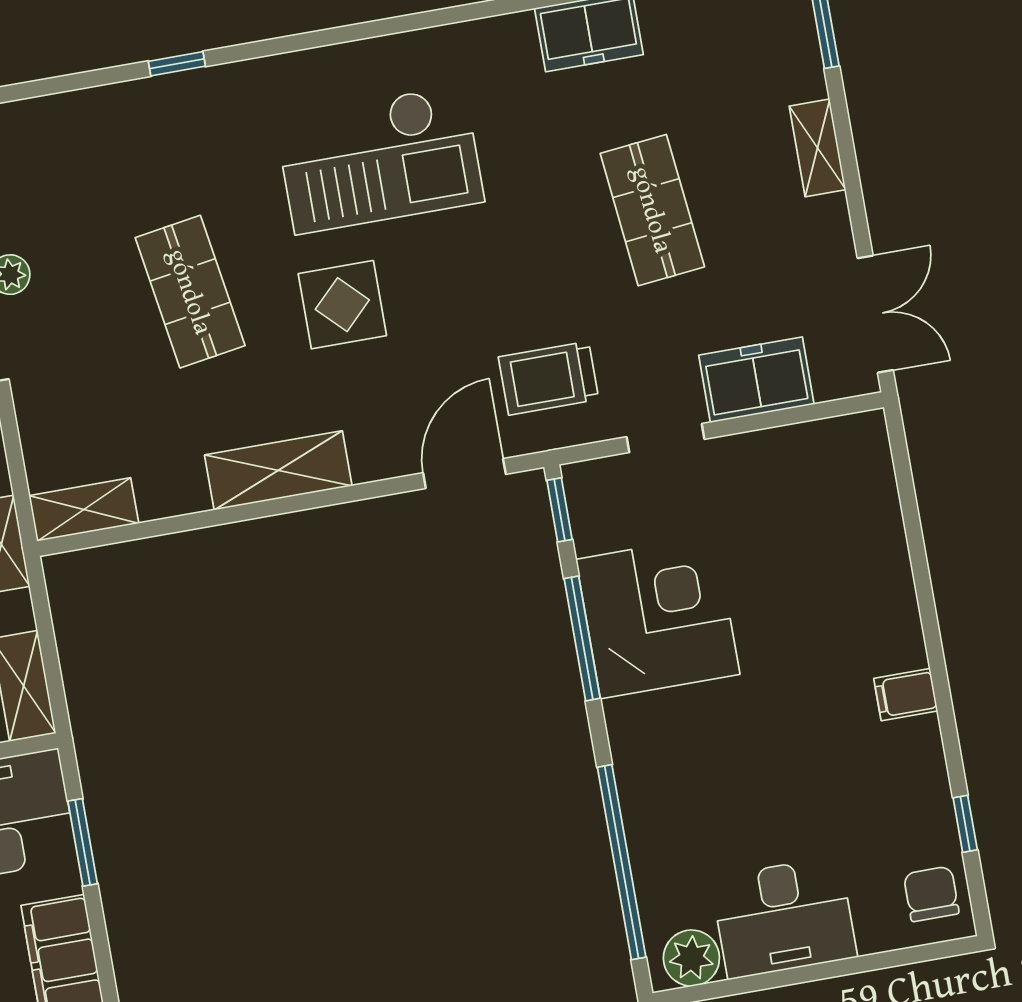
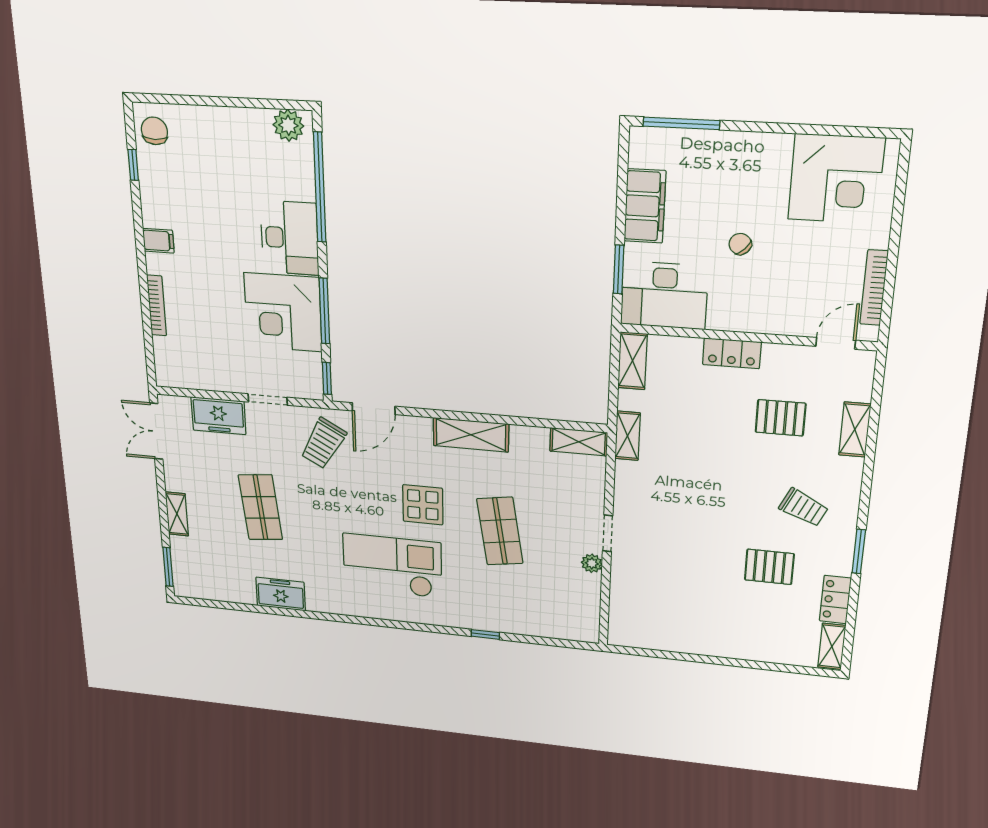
trolley: (549, 378) -> (323, 443), turned 119
bookcase: (898, 569) -> (157, 305), added
chair: (931, 894) -> (154, 131), turned 180
desk: (784, 918) -> (290, 238), moved, turned 90

